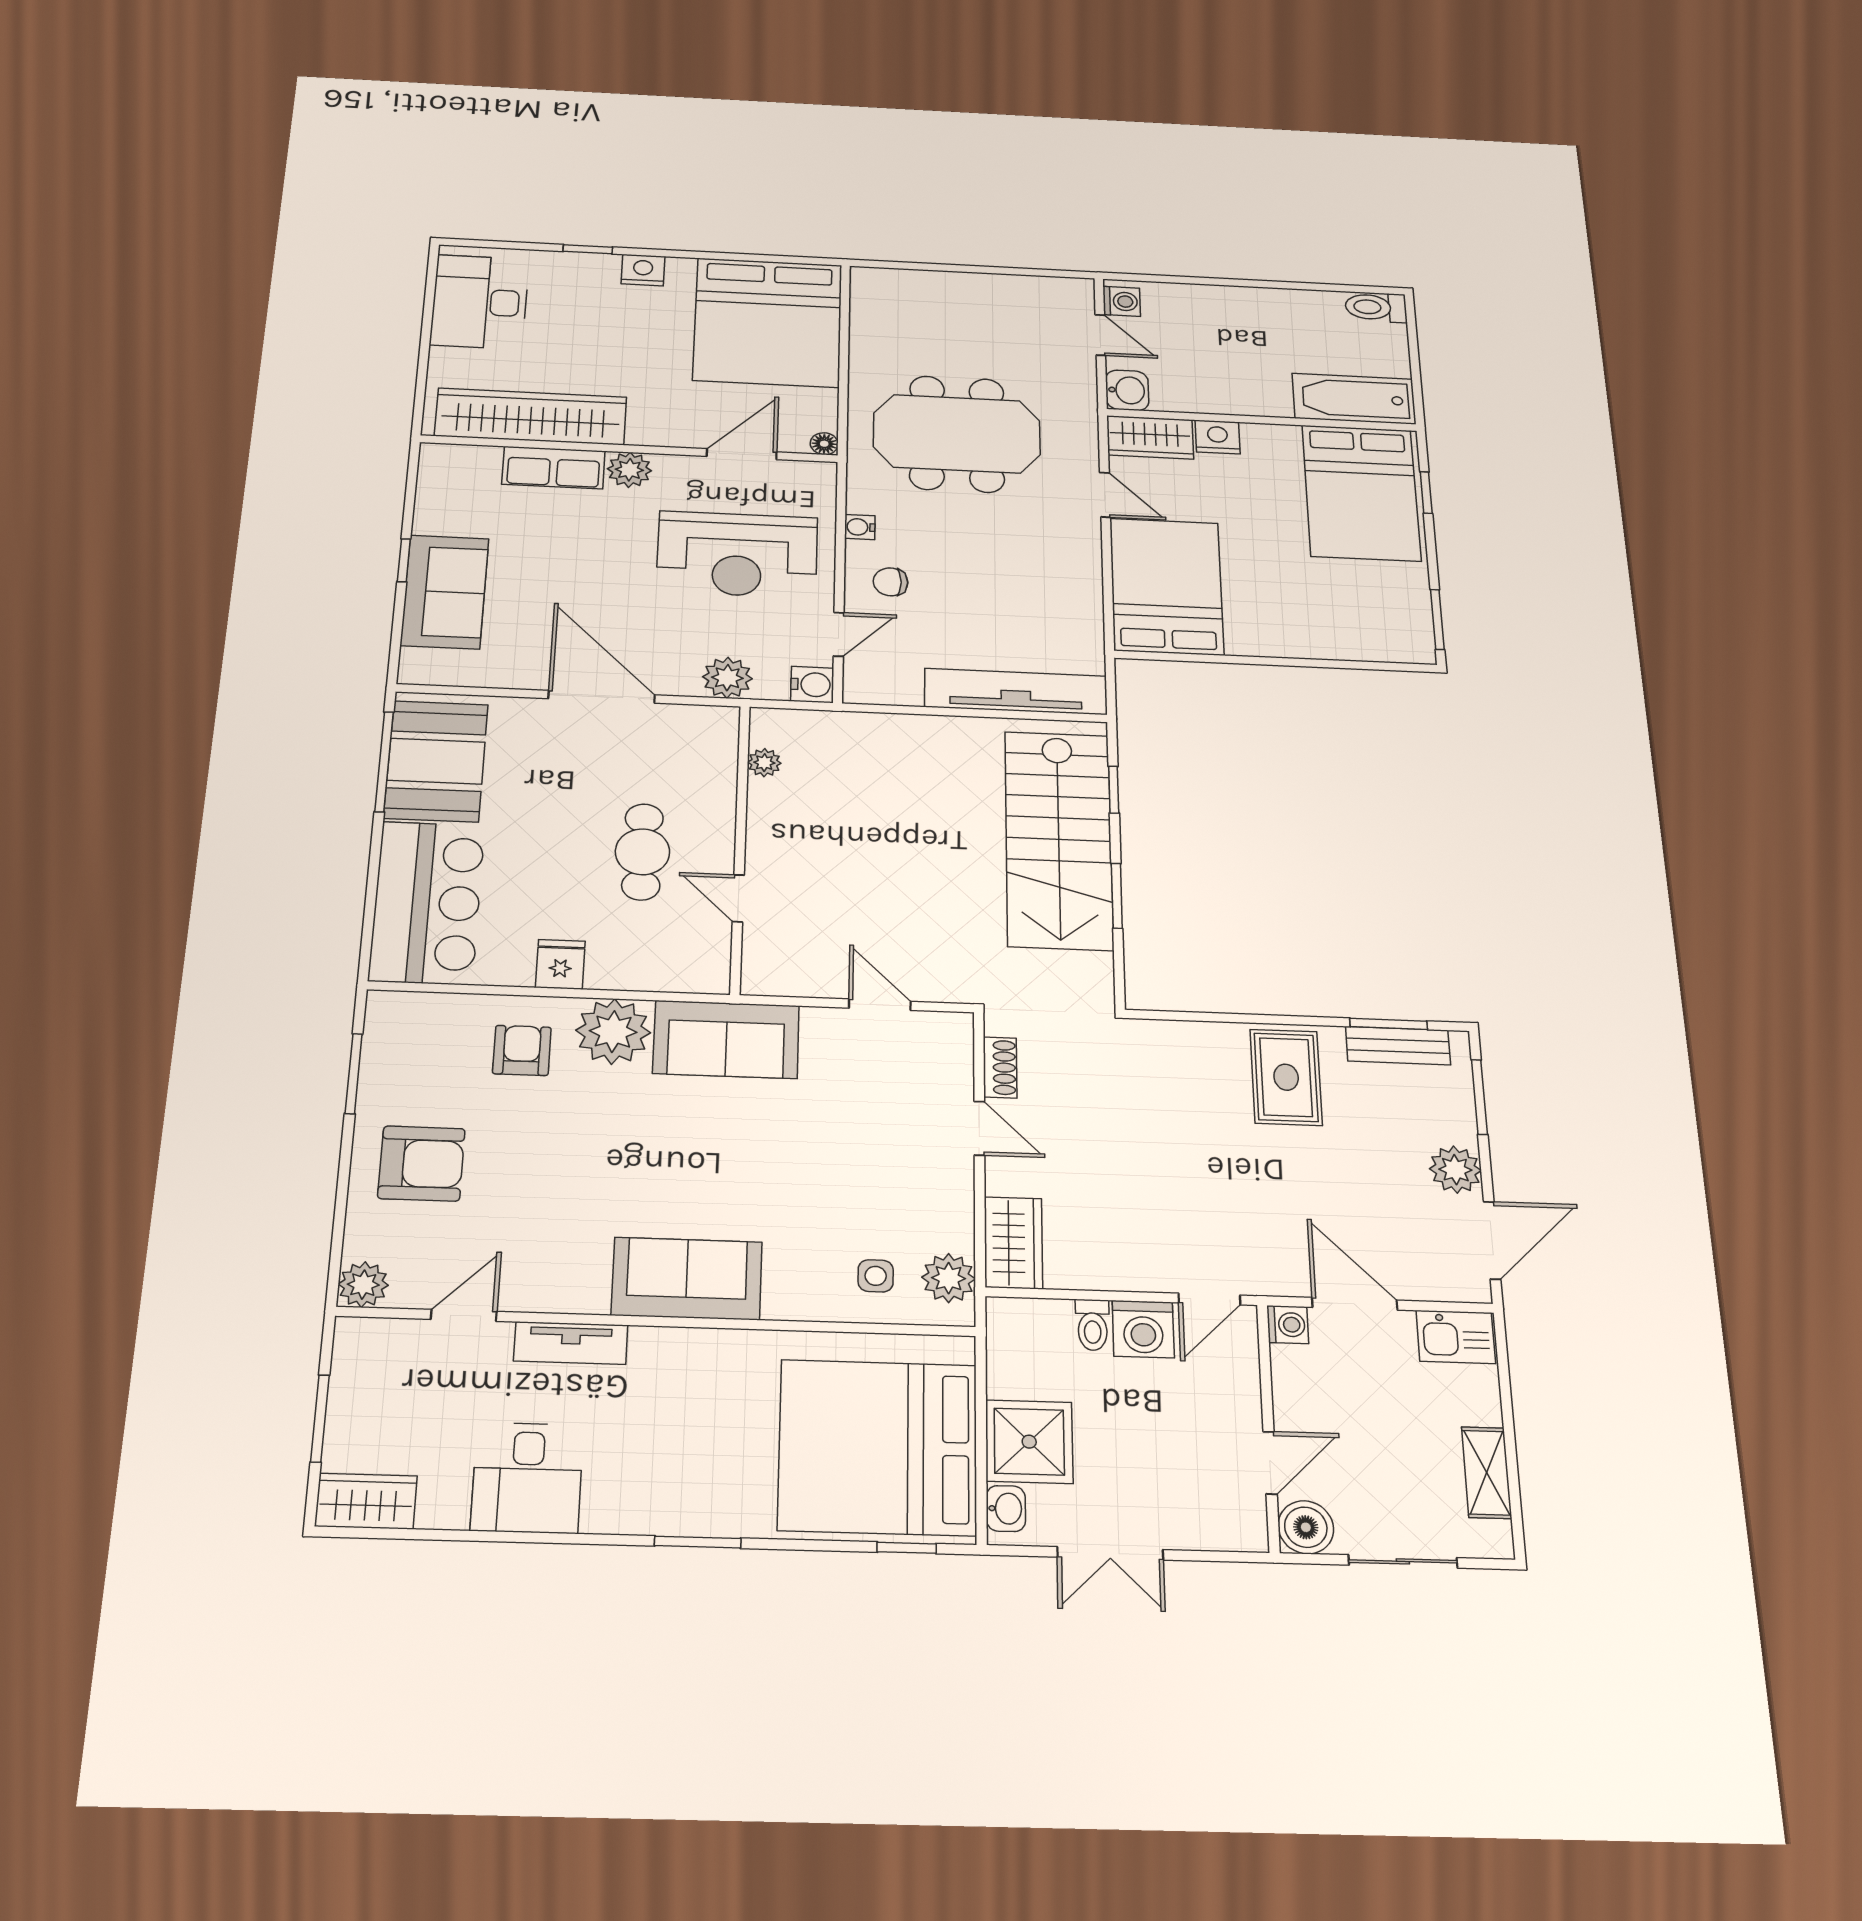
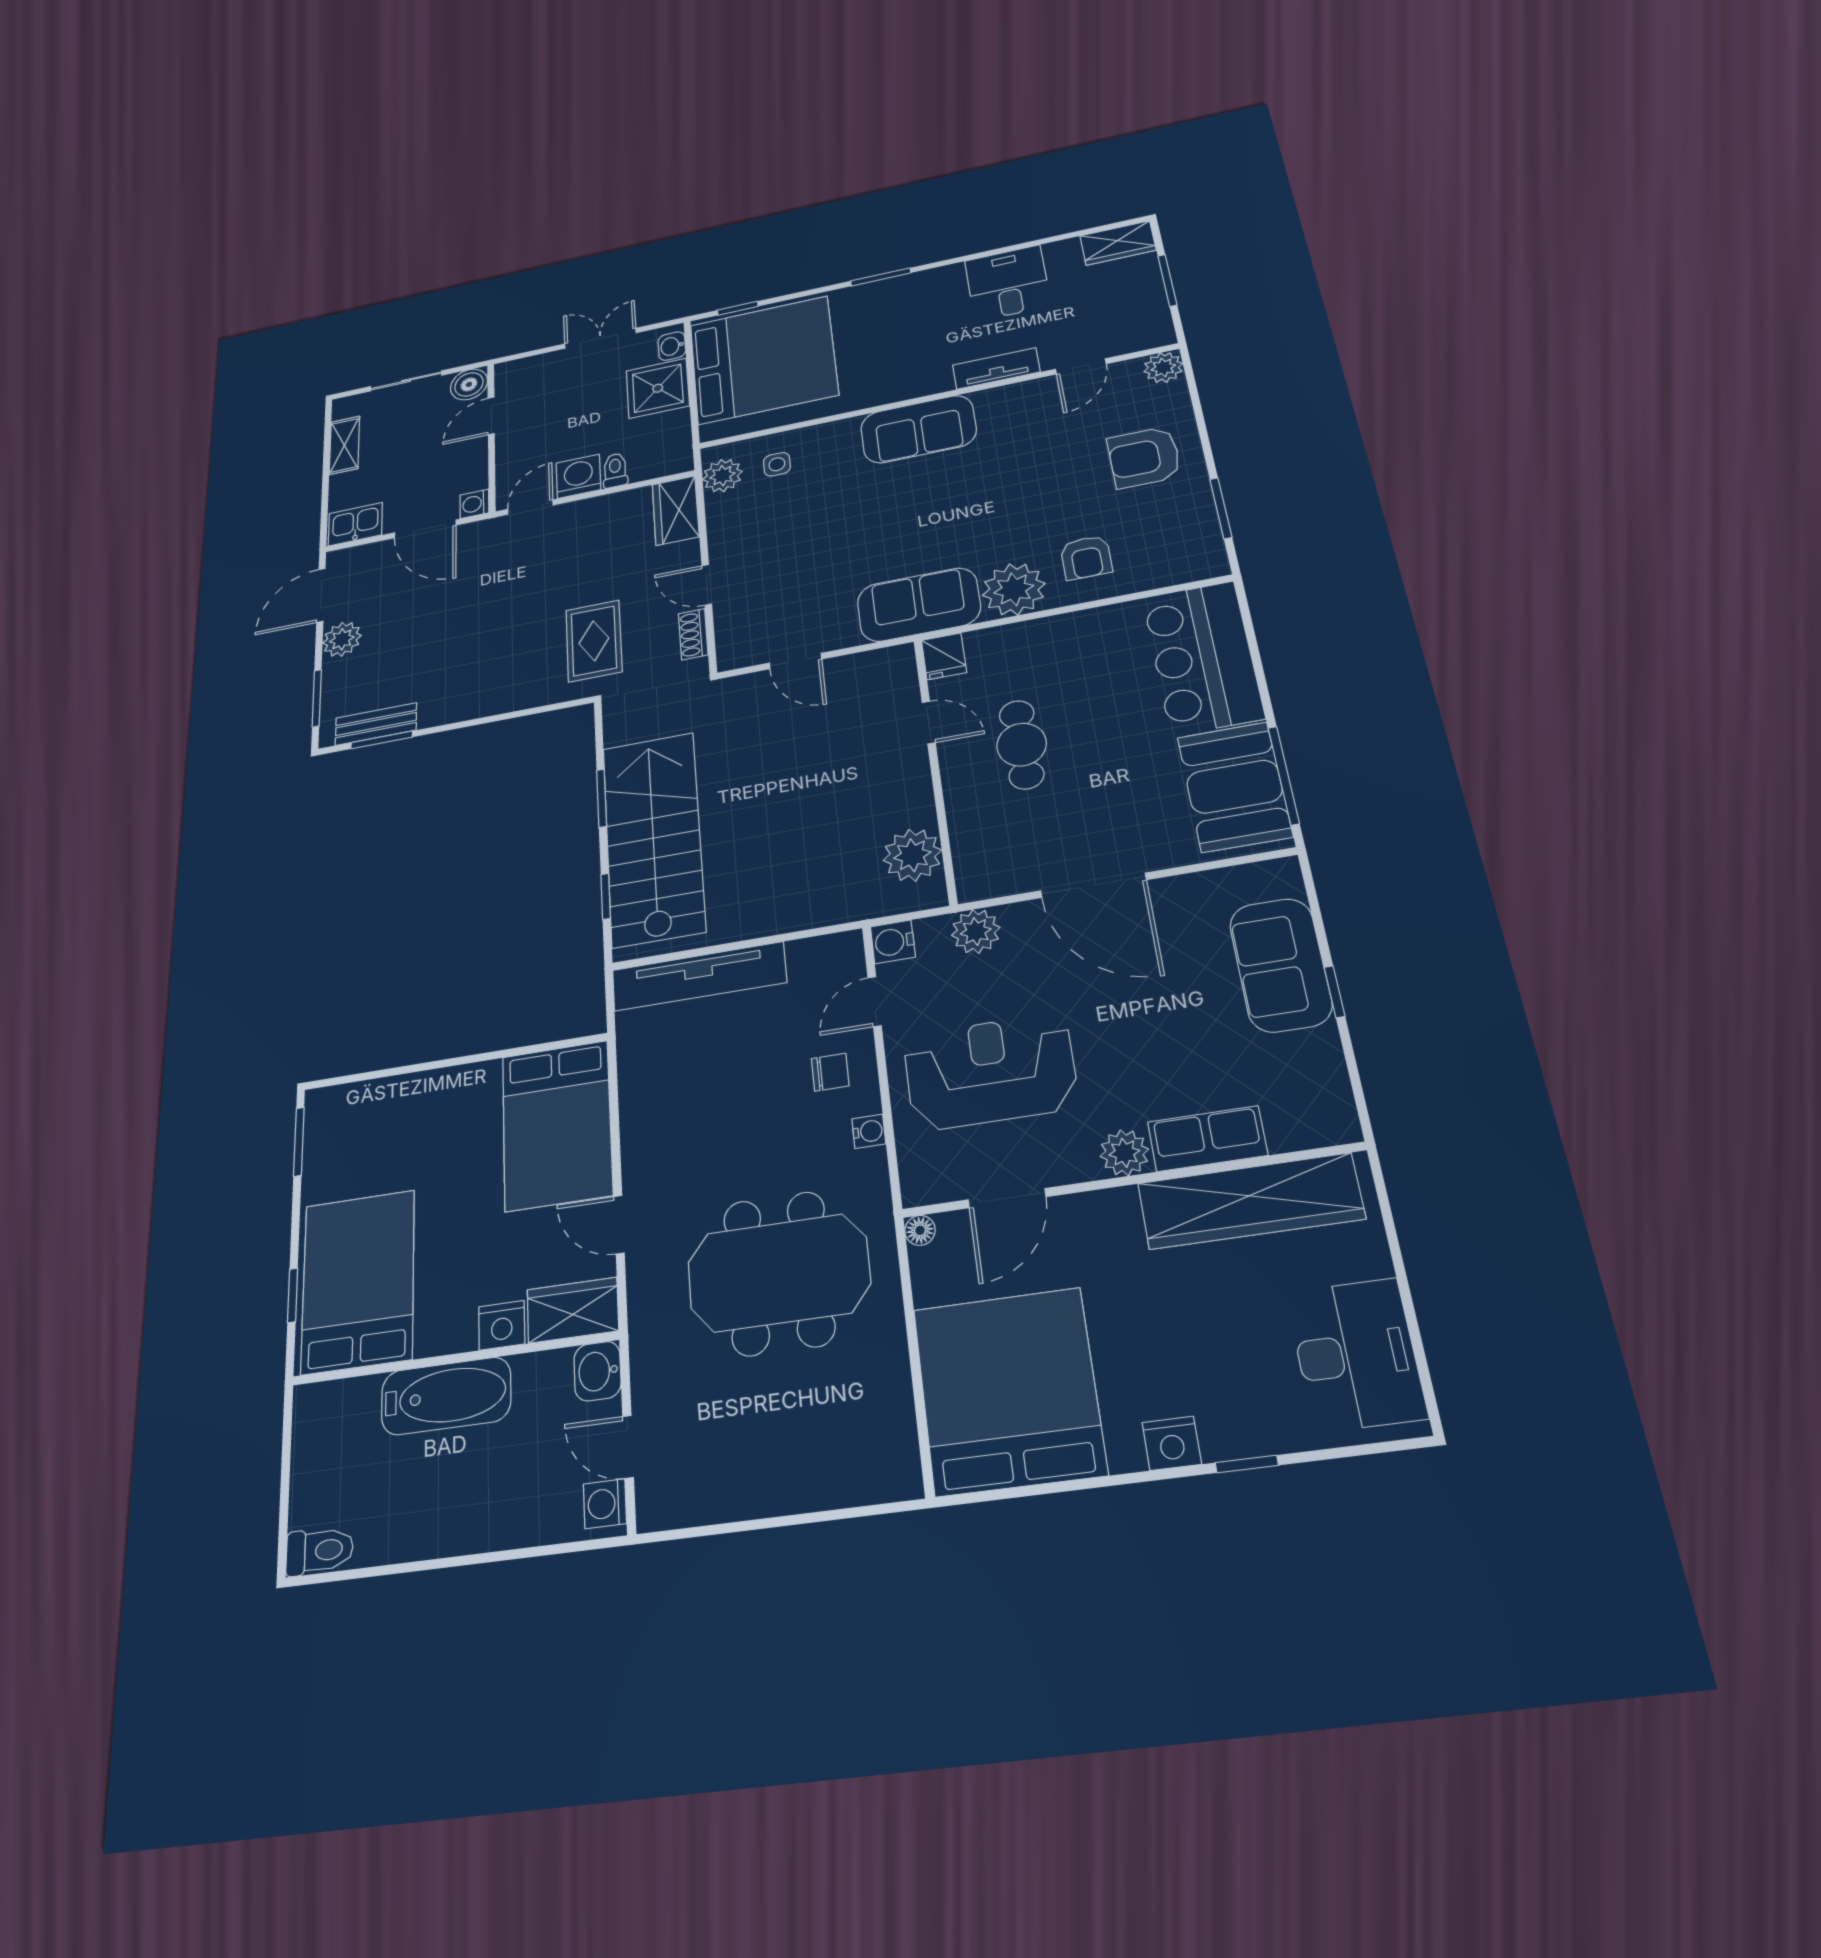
bathtub: (1354, 399) -> (446, 1396), moved
plant: (764, 763) -> (912, 855), width x1.88, depth x1.88
fridge: (560, 964) -> (944, 656), moved
rug: (1286, 1077) -> (594, 641), moved

